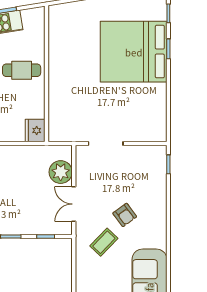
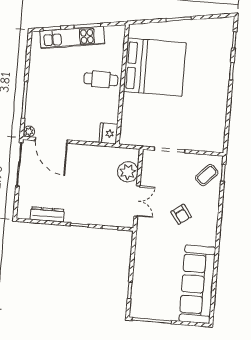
bed: (134, 52) -> (155, 67), moved, turned 180
double door: (74, 204) -> (137, 201), swing flipped
coffee table: (104, 242) -> (207, 175), moved

